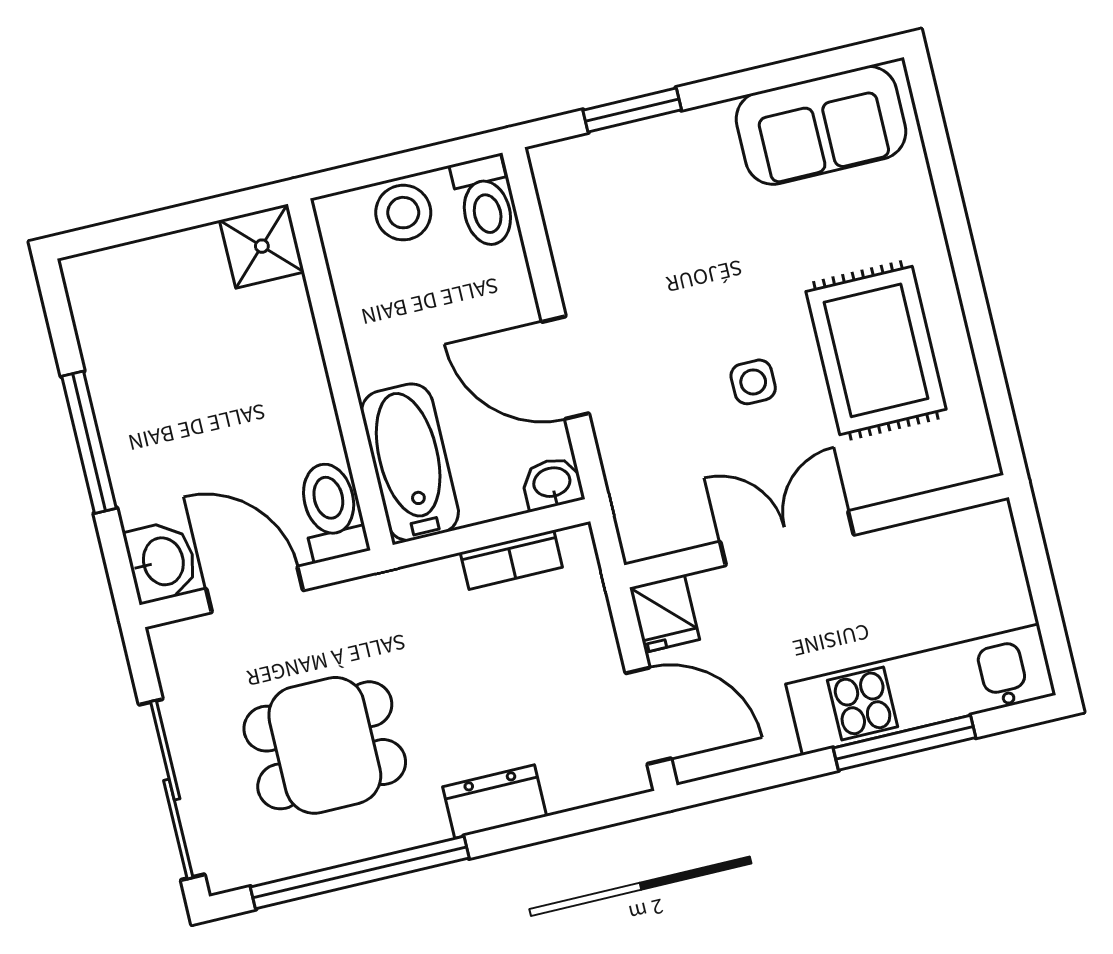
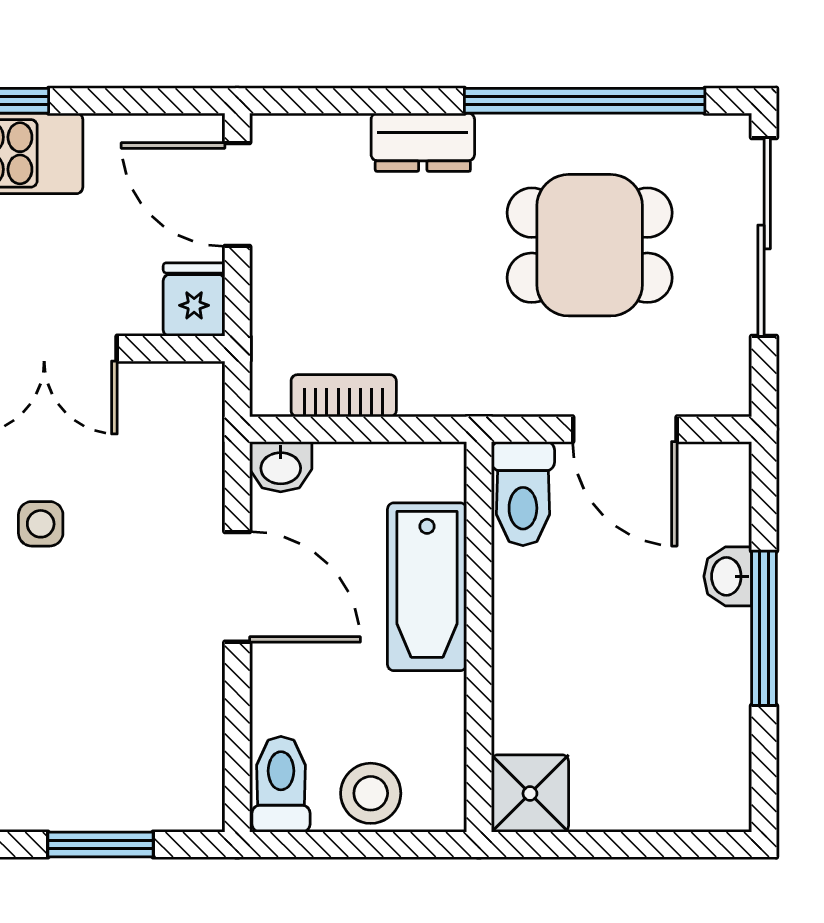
bathtub: (410, 462) -> (427, 587), moved
washbasin: (162, 562) -> (728, 576), moved, width x0.72, depth x0.69

